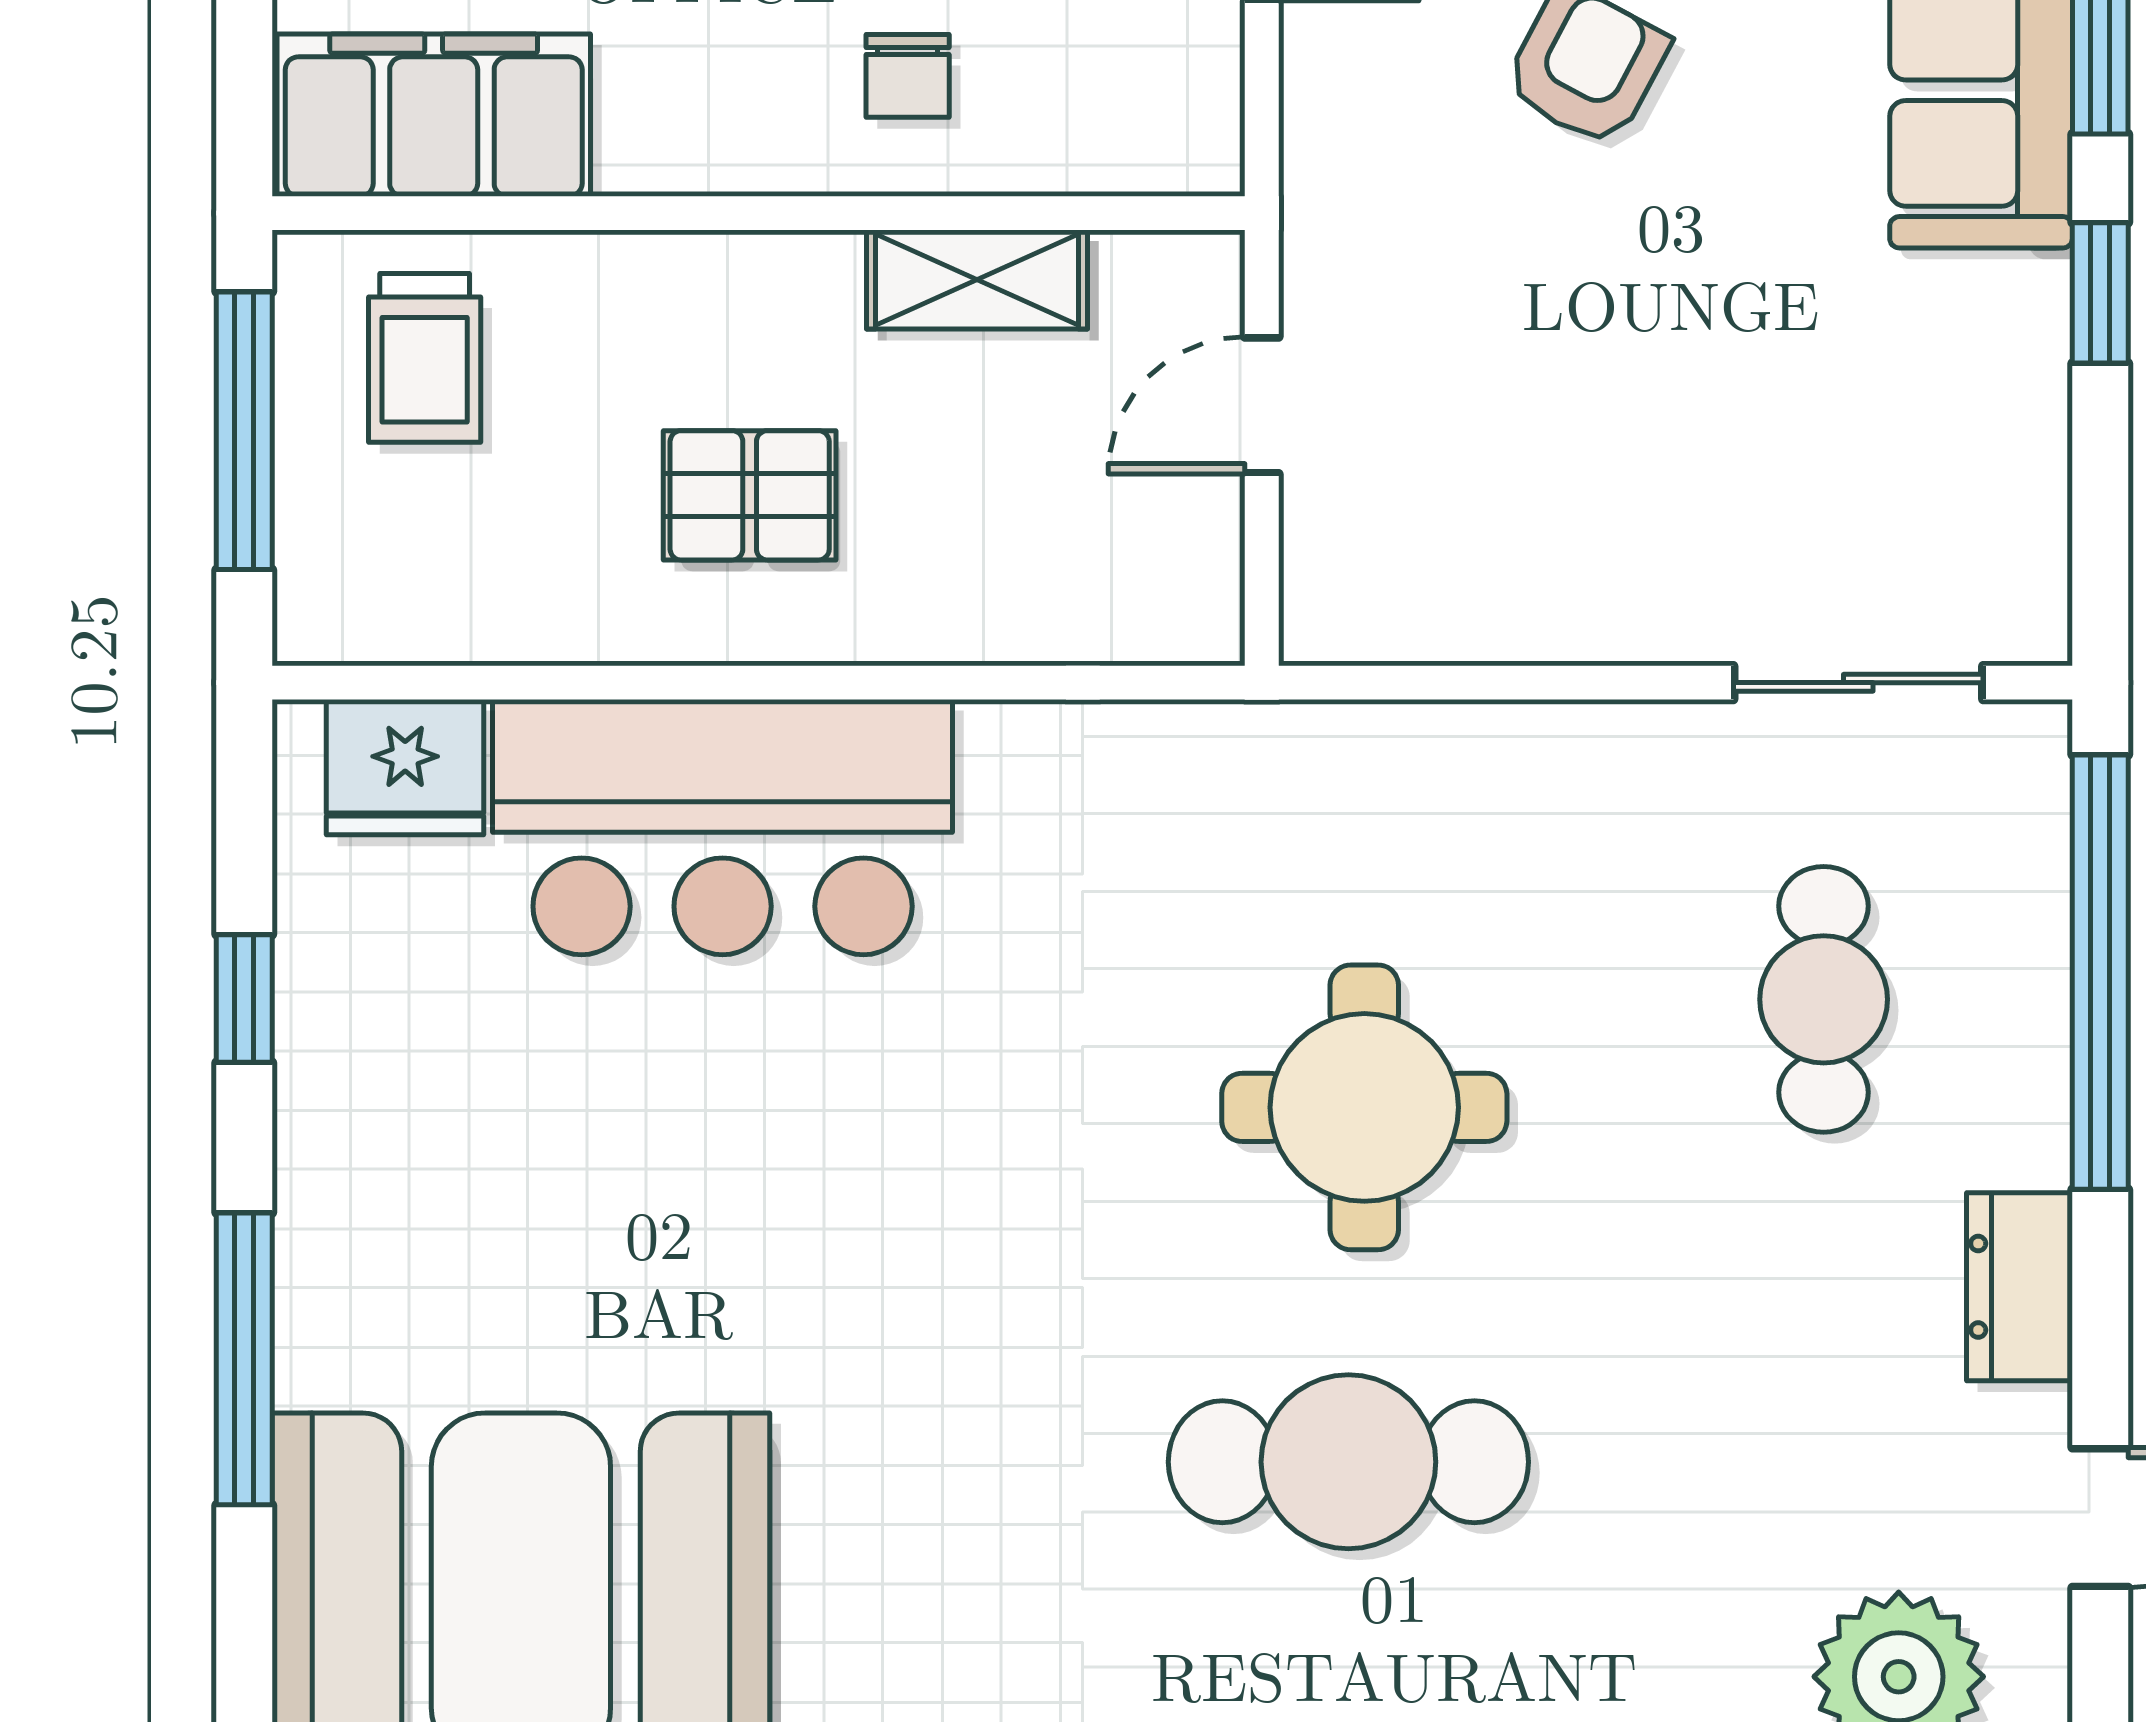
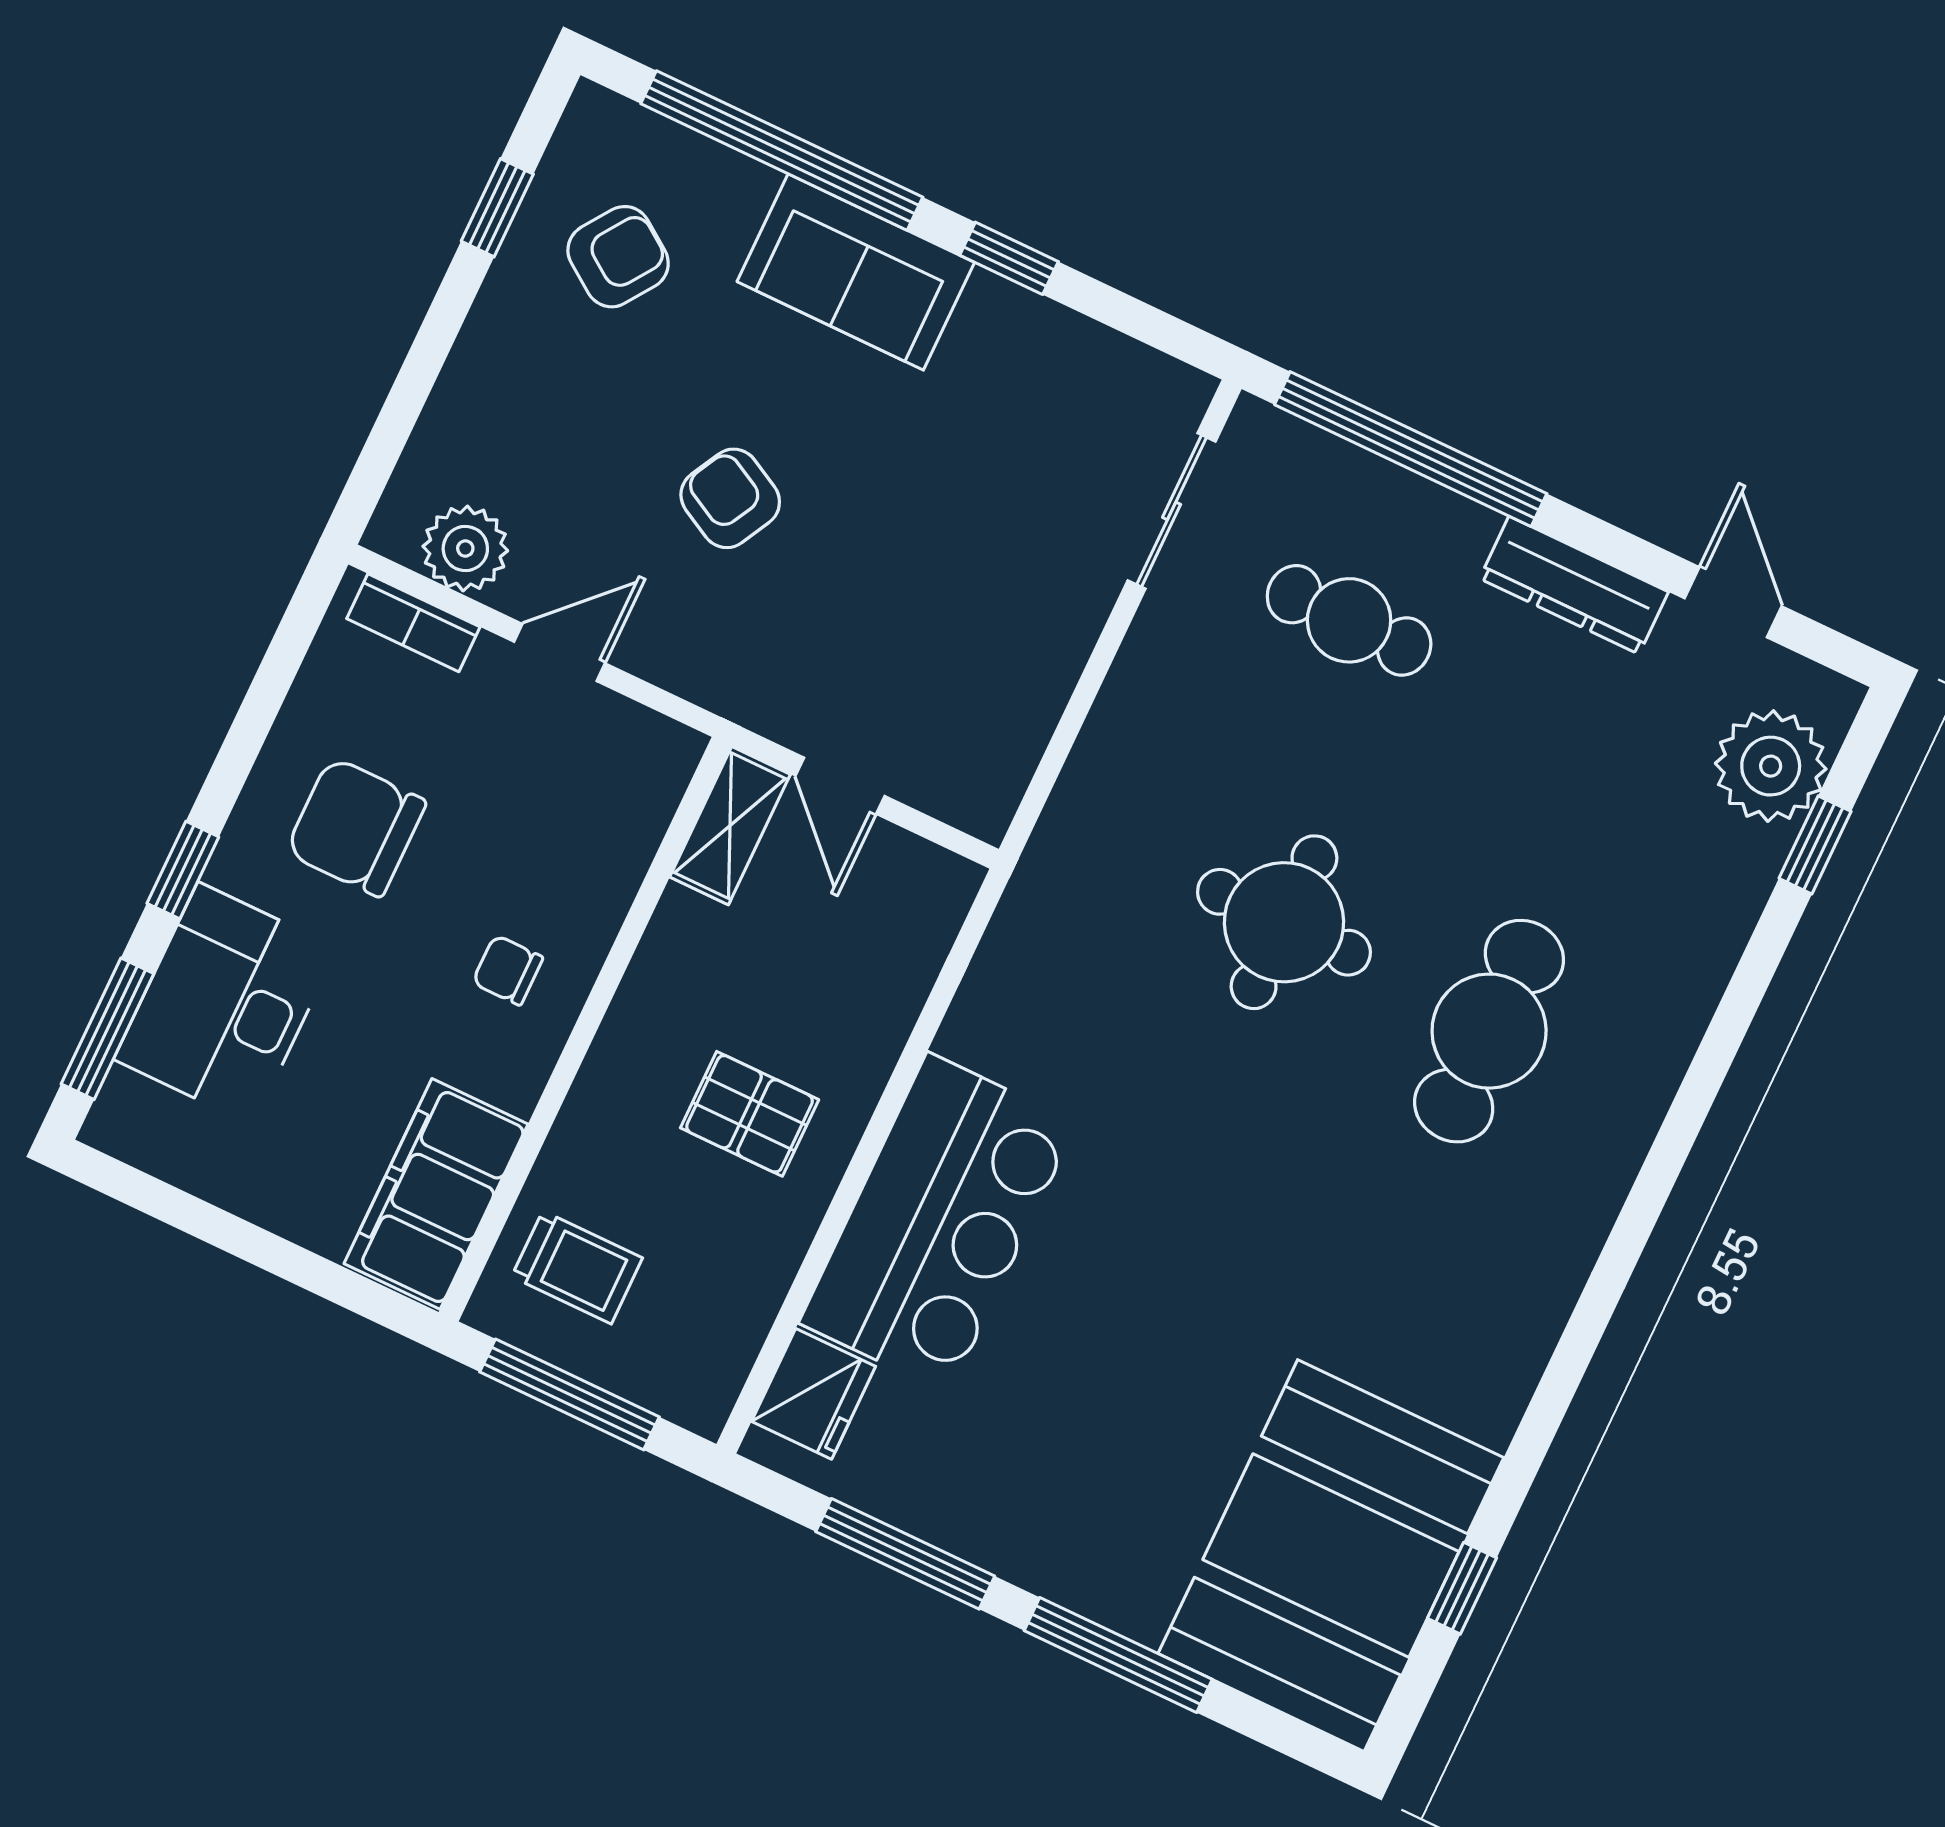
chair: (908, 76) -> (508, 970), moved, turned 180
shelving: (977, 280) -> (730, 826), moved
pallet: (750, 495) -> (750, 1114), turned 90
window: (244, 999) -> (905, 1554), width x2.17
dresser: (2019, 1287) -> (1574, 585), width x1.44

